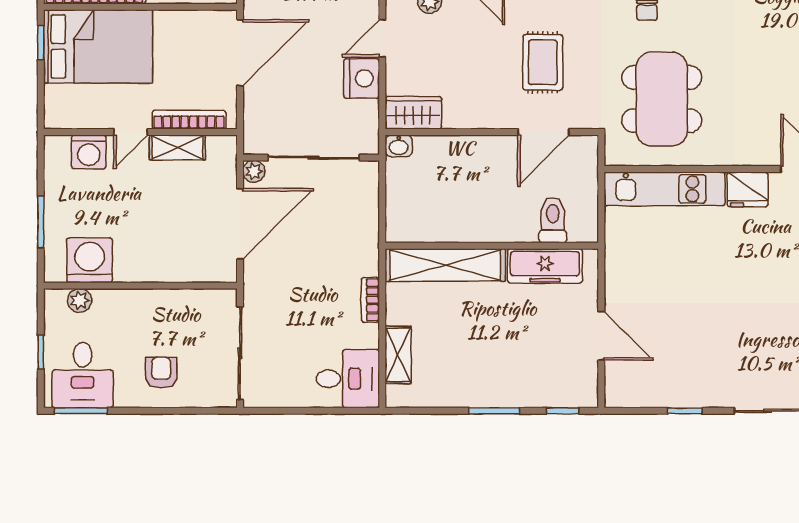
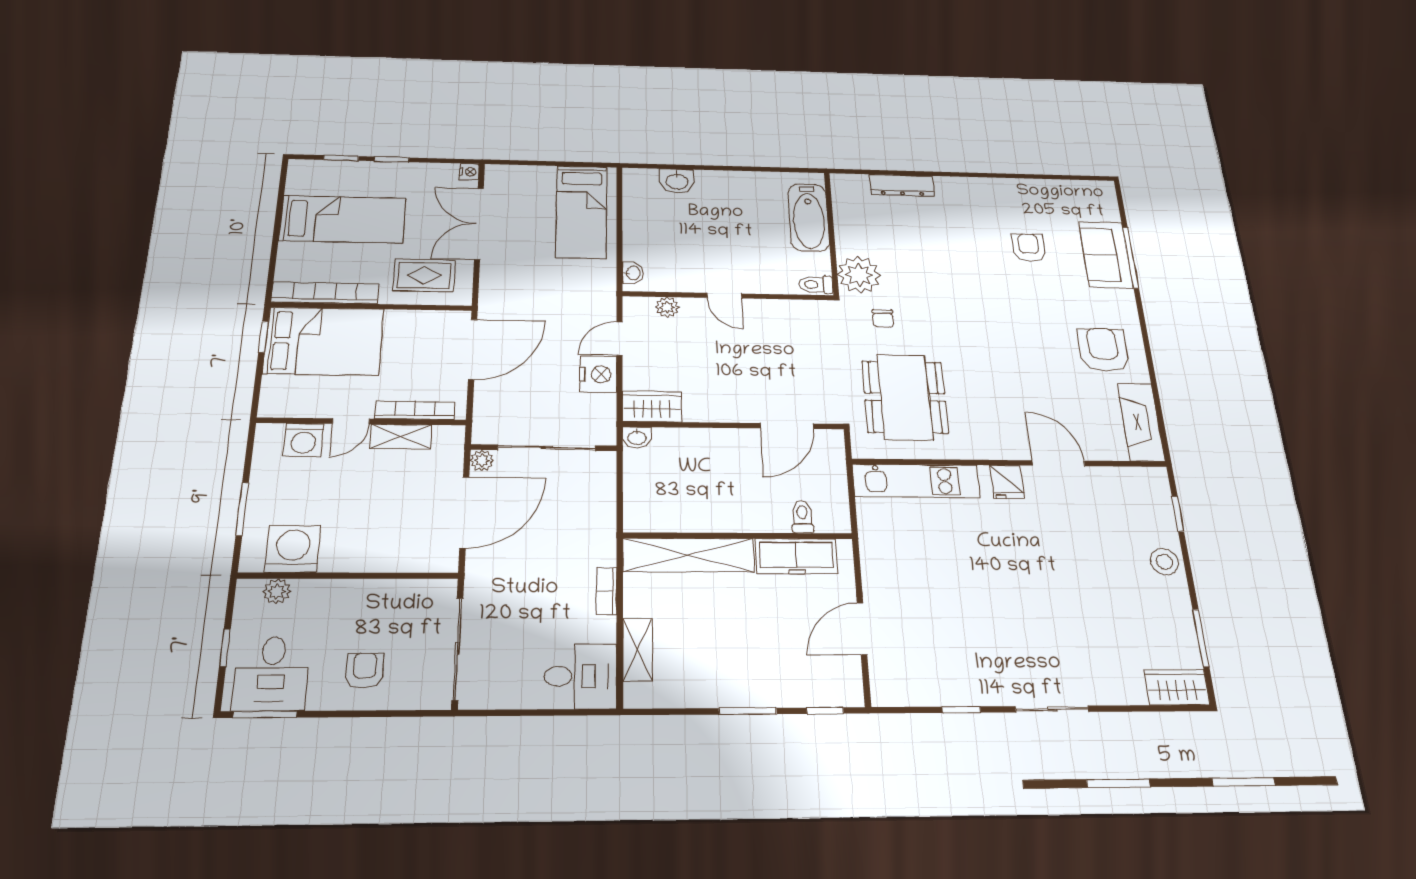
rug: (543, 62) -> (783, 362), removed
fridge: (748, 189) -> (1007, 482), width x0.72
toilet: (553, 220) -> (802, 517), width x0.73, depth x0.72
door: (601, 336) -> (862, 629), swing flipped

